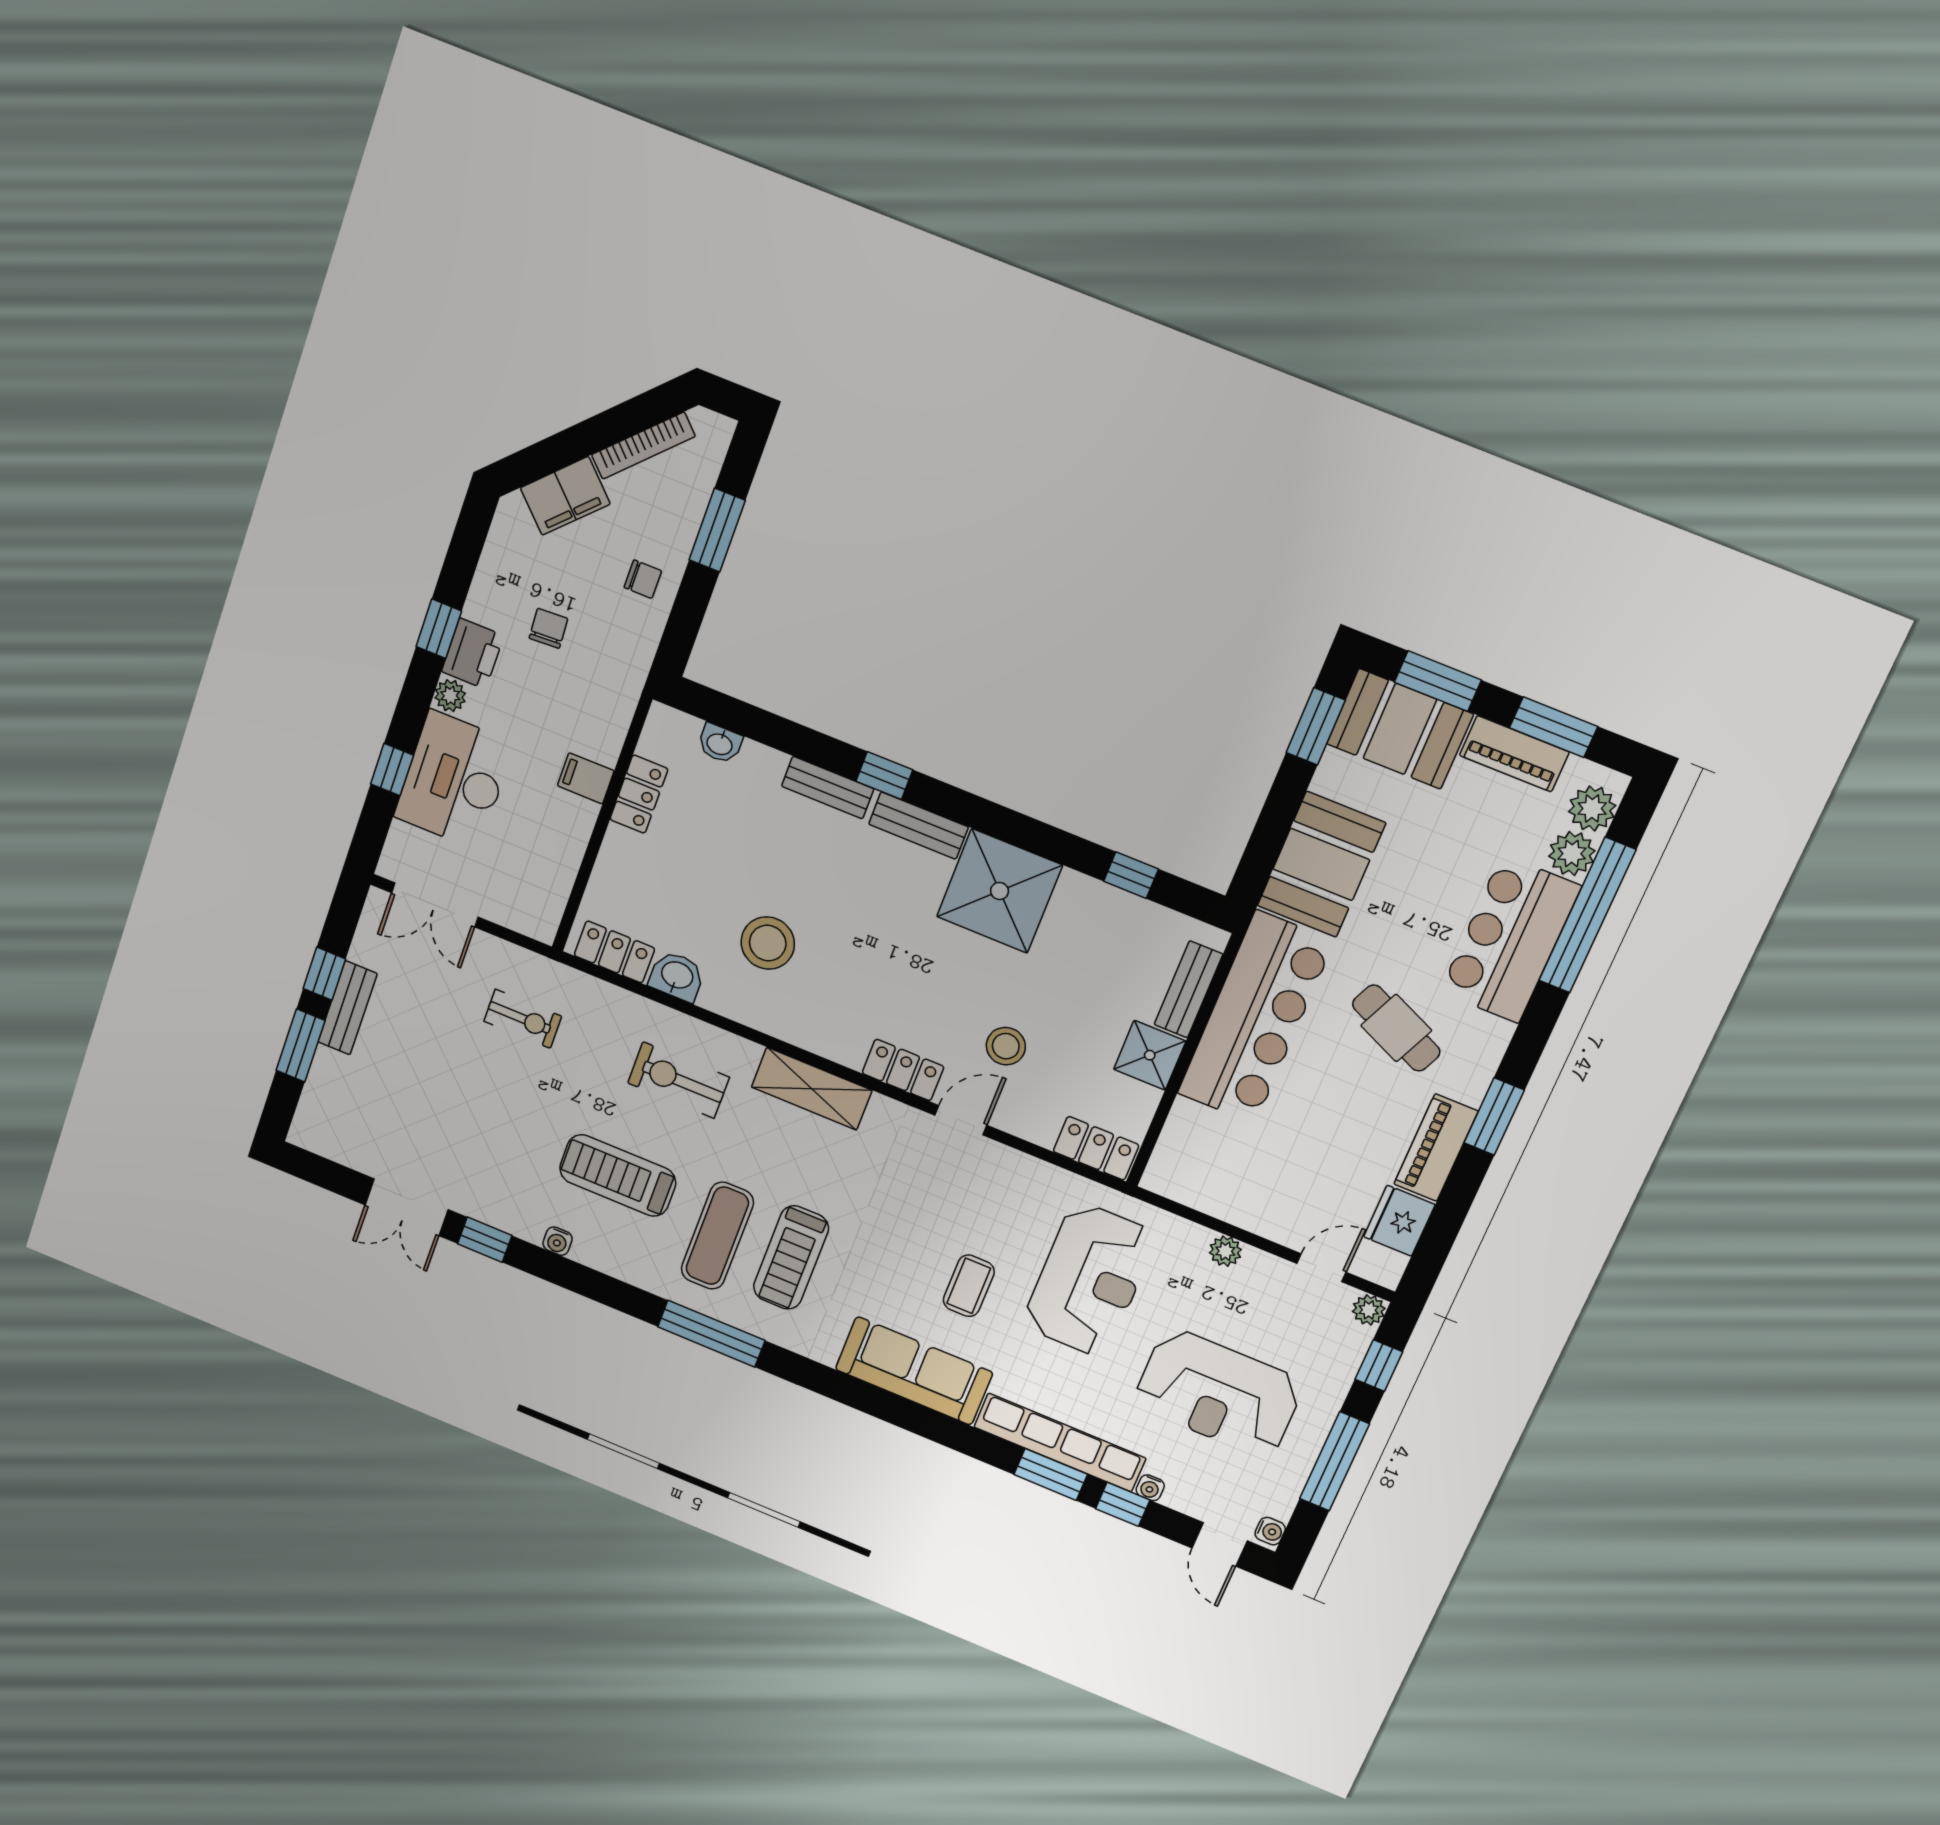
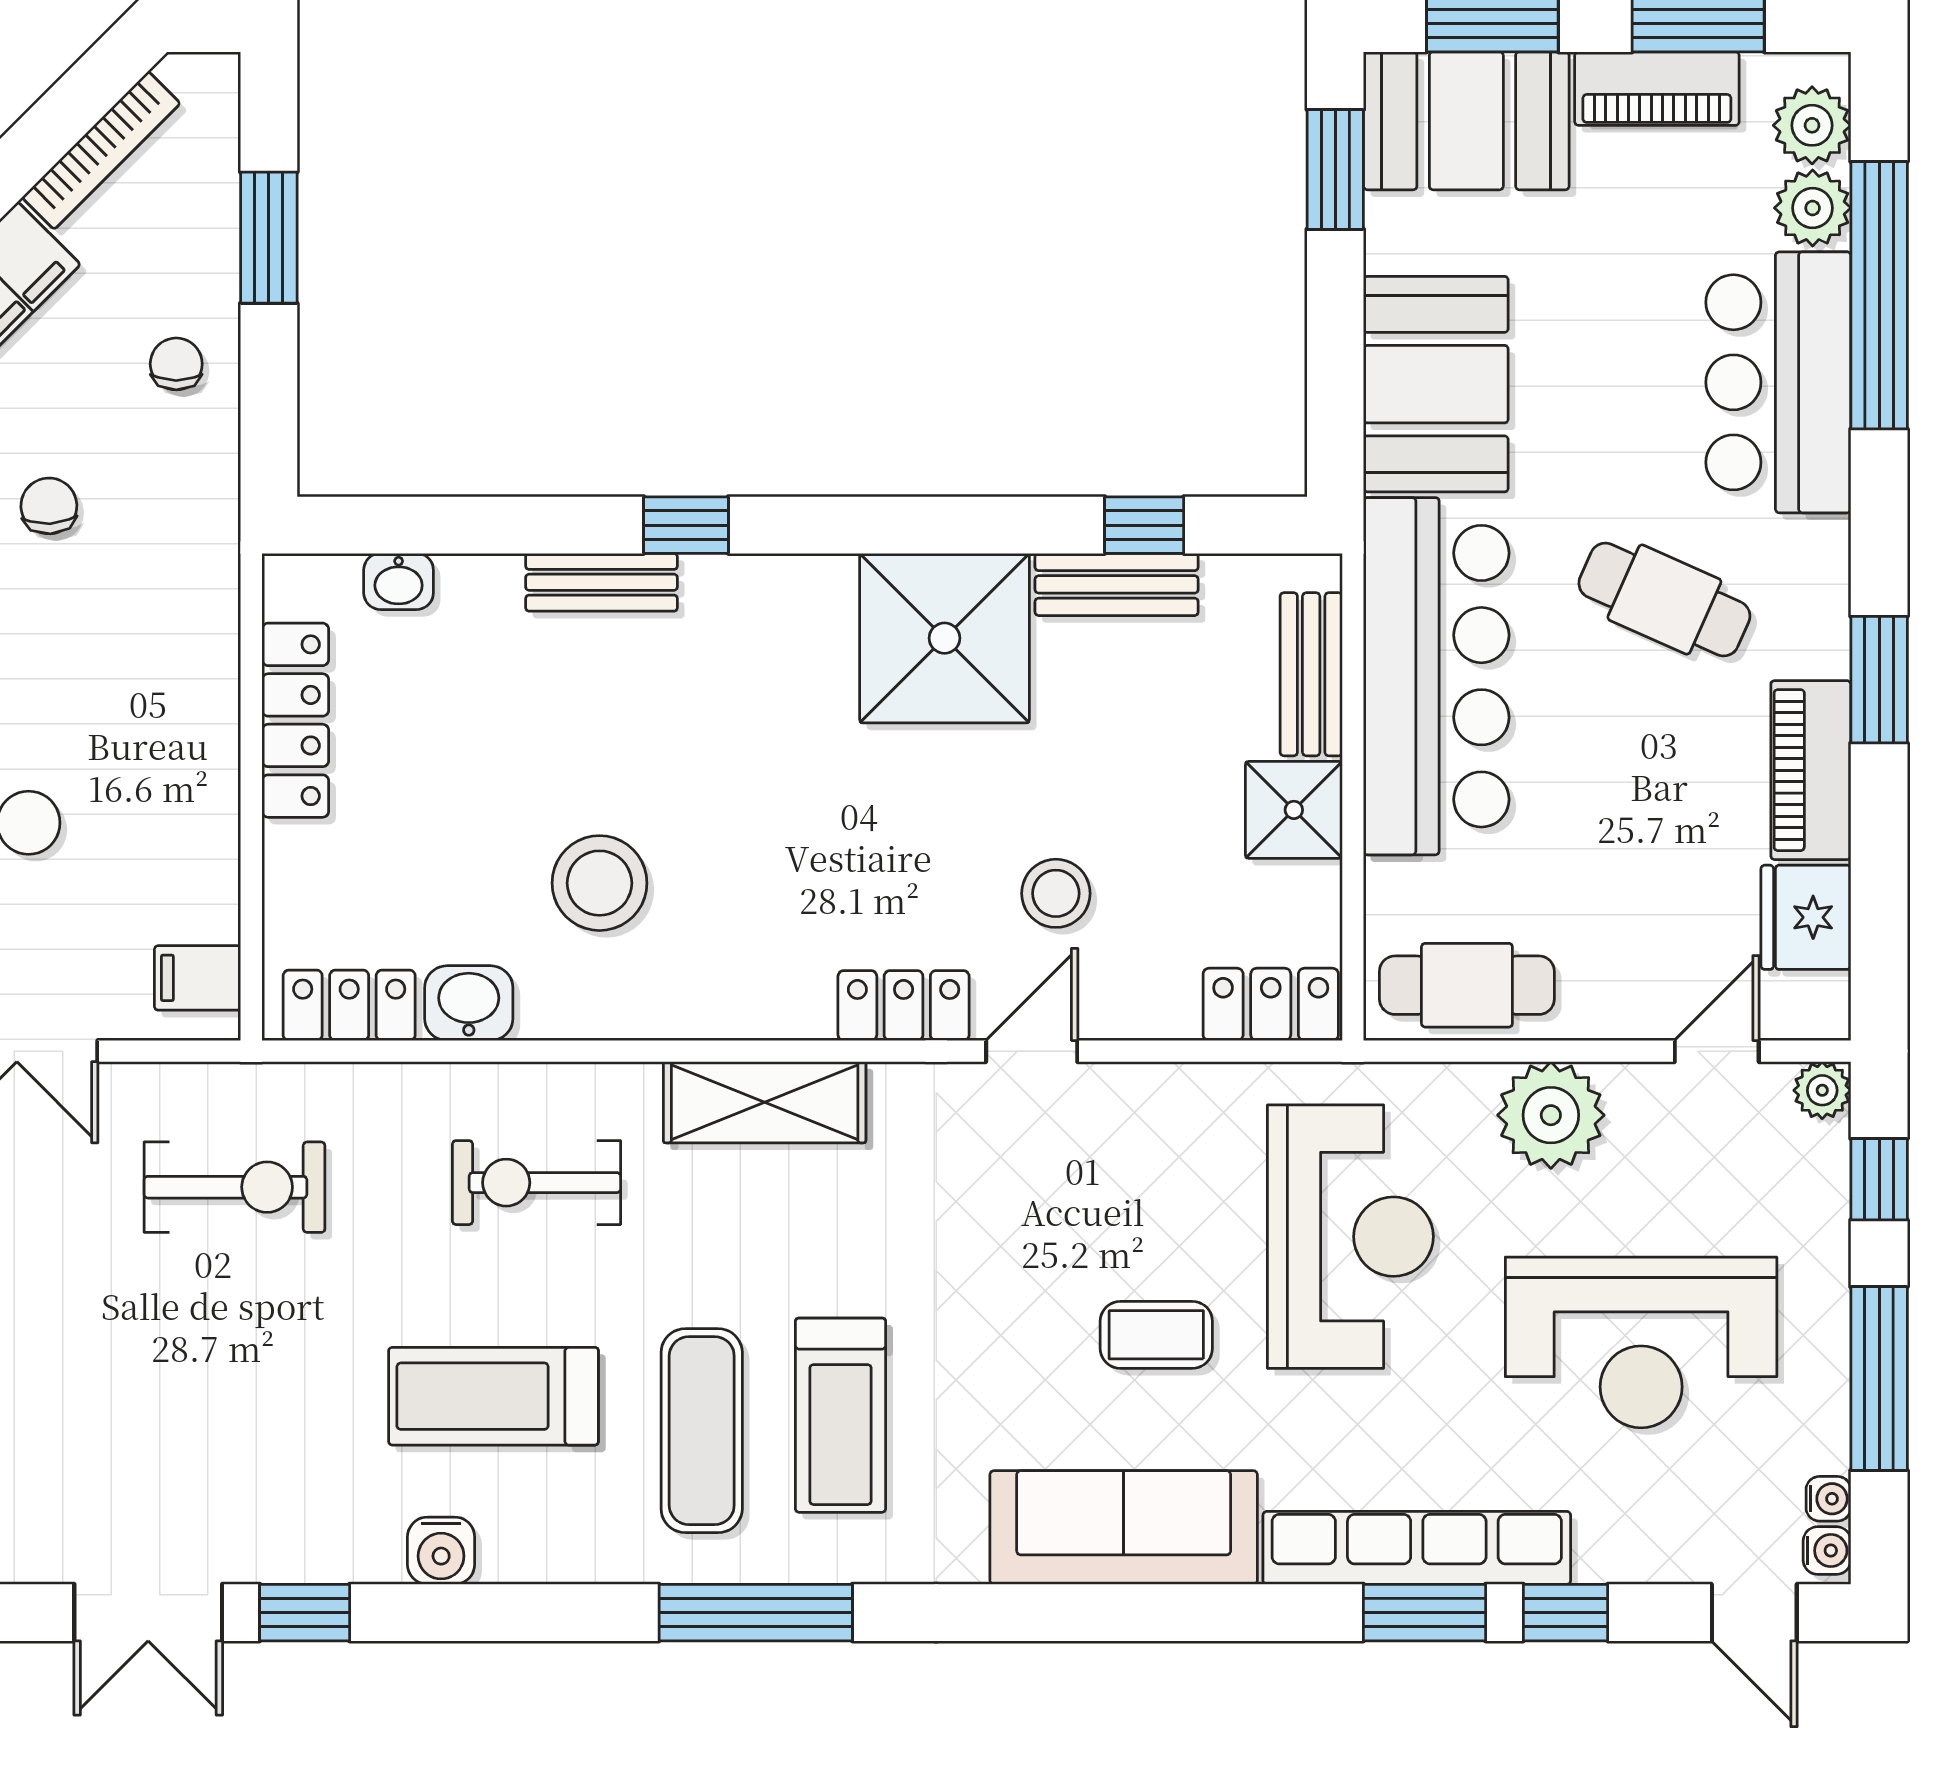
chair: (643, 579) -> (176, 364), turned -90
filing cabinet: (586, 778) -> (198, 978), moved
locker: (639, 794) -> (295, 720), width x1.53
bench: (919, 826) -> (1117, 584), moved
exercise bike: (523, 1019) -> (235, 1187), width x1.38, depth x1.39
cafe table: (1204, 1181) -> (1467, 985), added
water cooler: (558, 1241) -> (441, 1551), width x1.38, depth x1.38
plant: (1225, 1251) -> (1551, 1115), width x1.87, depth x1.87
coffee table: (969, 1286) -> (1156, 1335), turned 90
water cooler: (1150, 1488) -> (1828, 1499), moved, turned -90

